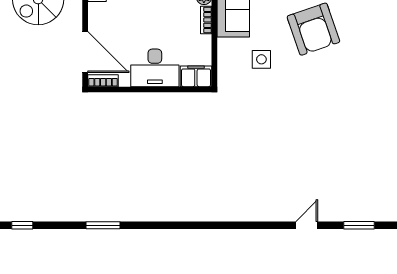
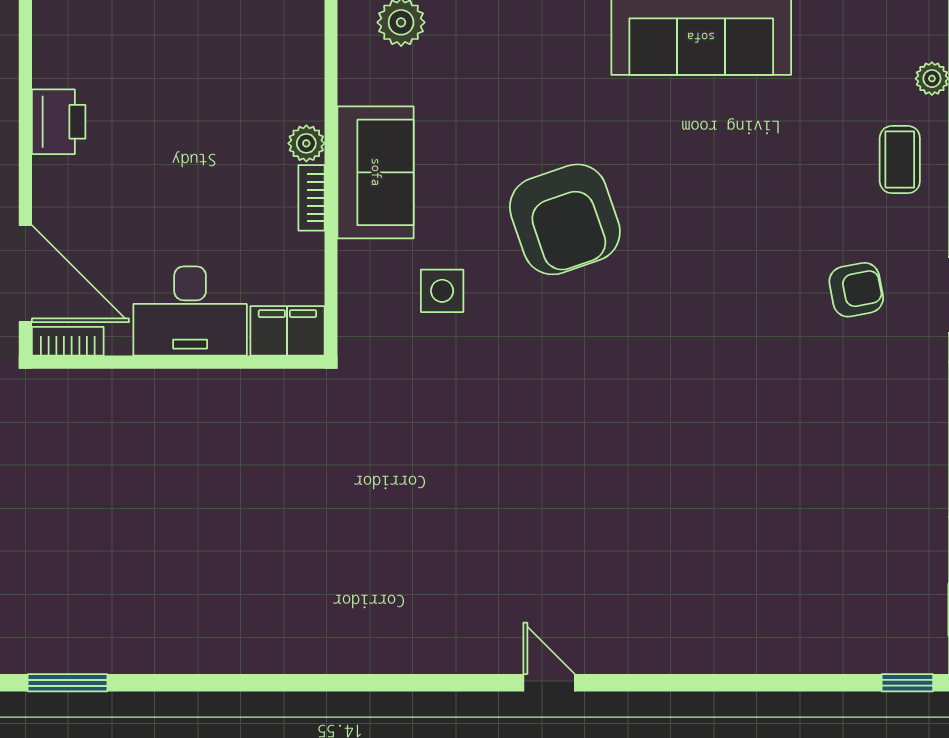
door: (307, 225) -> (549, 683), hinge flipped
window: (359, 225) -> (673, 683), removed

